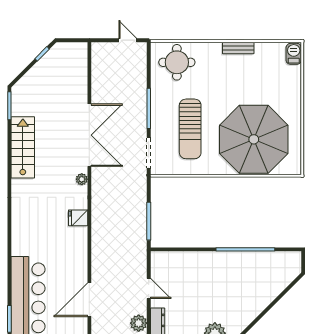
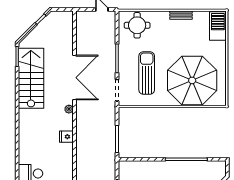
barbecue: (294, 54) -> (218, 26), width x1.88, depth x1.53
sun lounger: (190, 129) -> (147, 73), turned 180
stairs: (23, 147) -> (31, 78), width x1.36, depth x1.51

